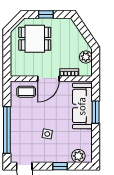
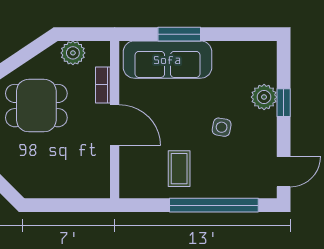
dining table: (35, 39) -> (36, 106), moved, turned 90
coffee table: (26, 92) -> (179, 169), moved
plant: (78, 156) -> (264, 97), moved

